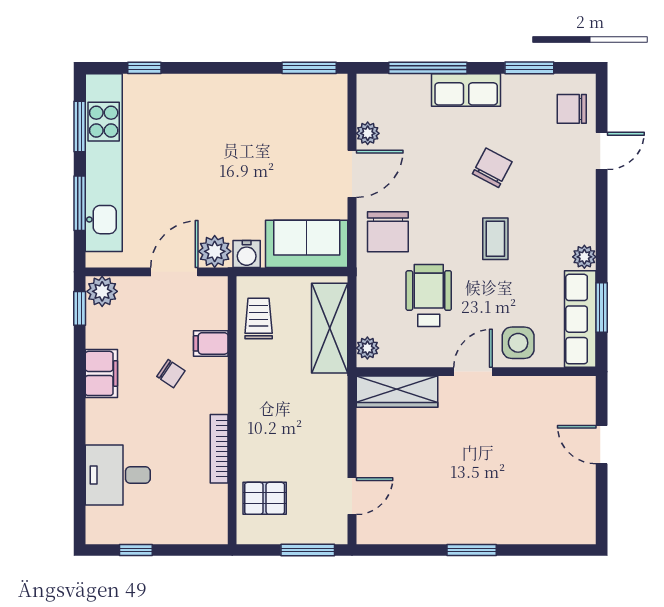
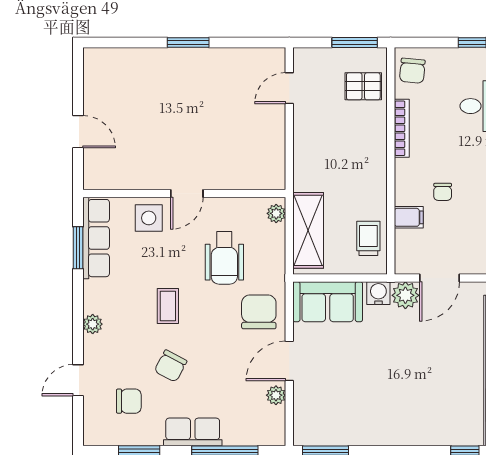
chair: (572, 109) -> (129, 401), moved
plant: (584, 257) -> (93, 324), moved
trolley: (259, 319) -> (368, 238), turned 180
chair: (171, 374) -> (443, 192), turned -124
wardrobe: (397, 392) -> (251, 177), removed
chair: (207, 517) -> (412, 71), added
window: (308, 550) -> (355, 43), moved

